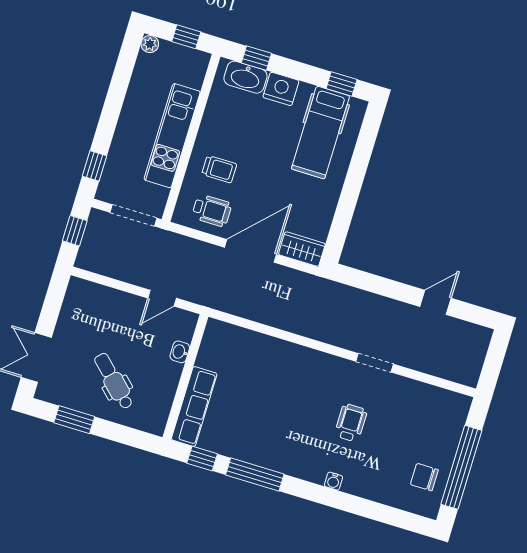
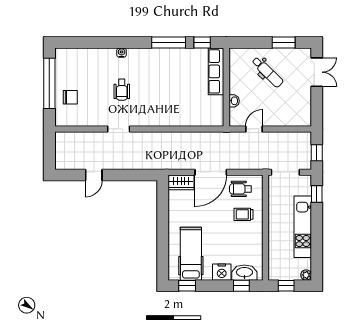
kitchen unit: (172, 136) -> (303, 227), moved, turned 180
chair: (424, 477) -> (70, 97), moved

